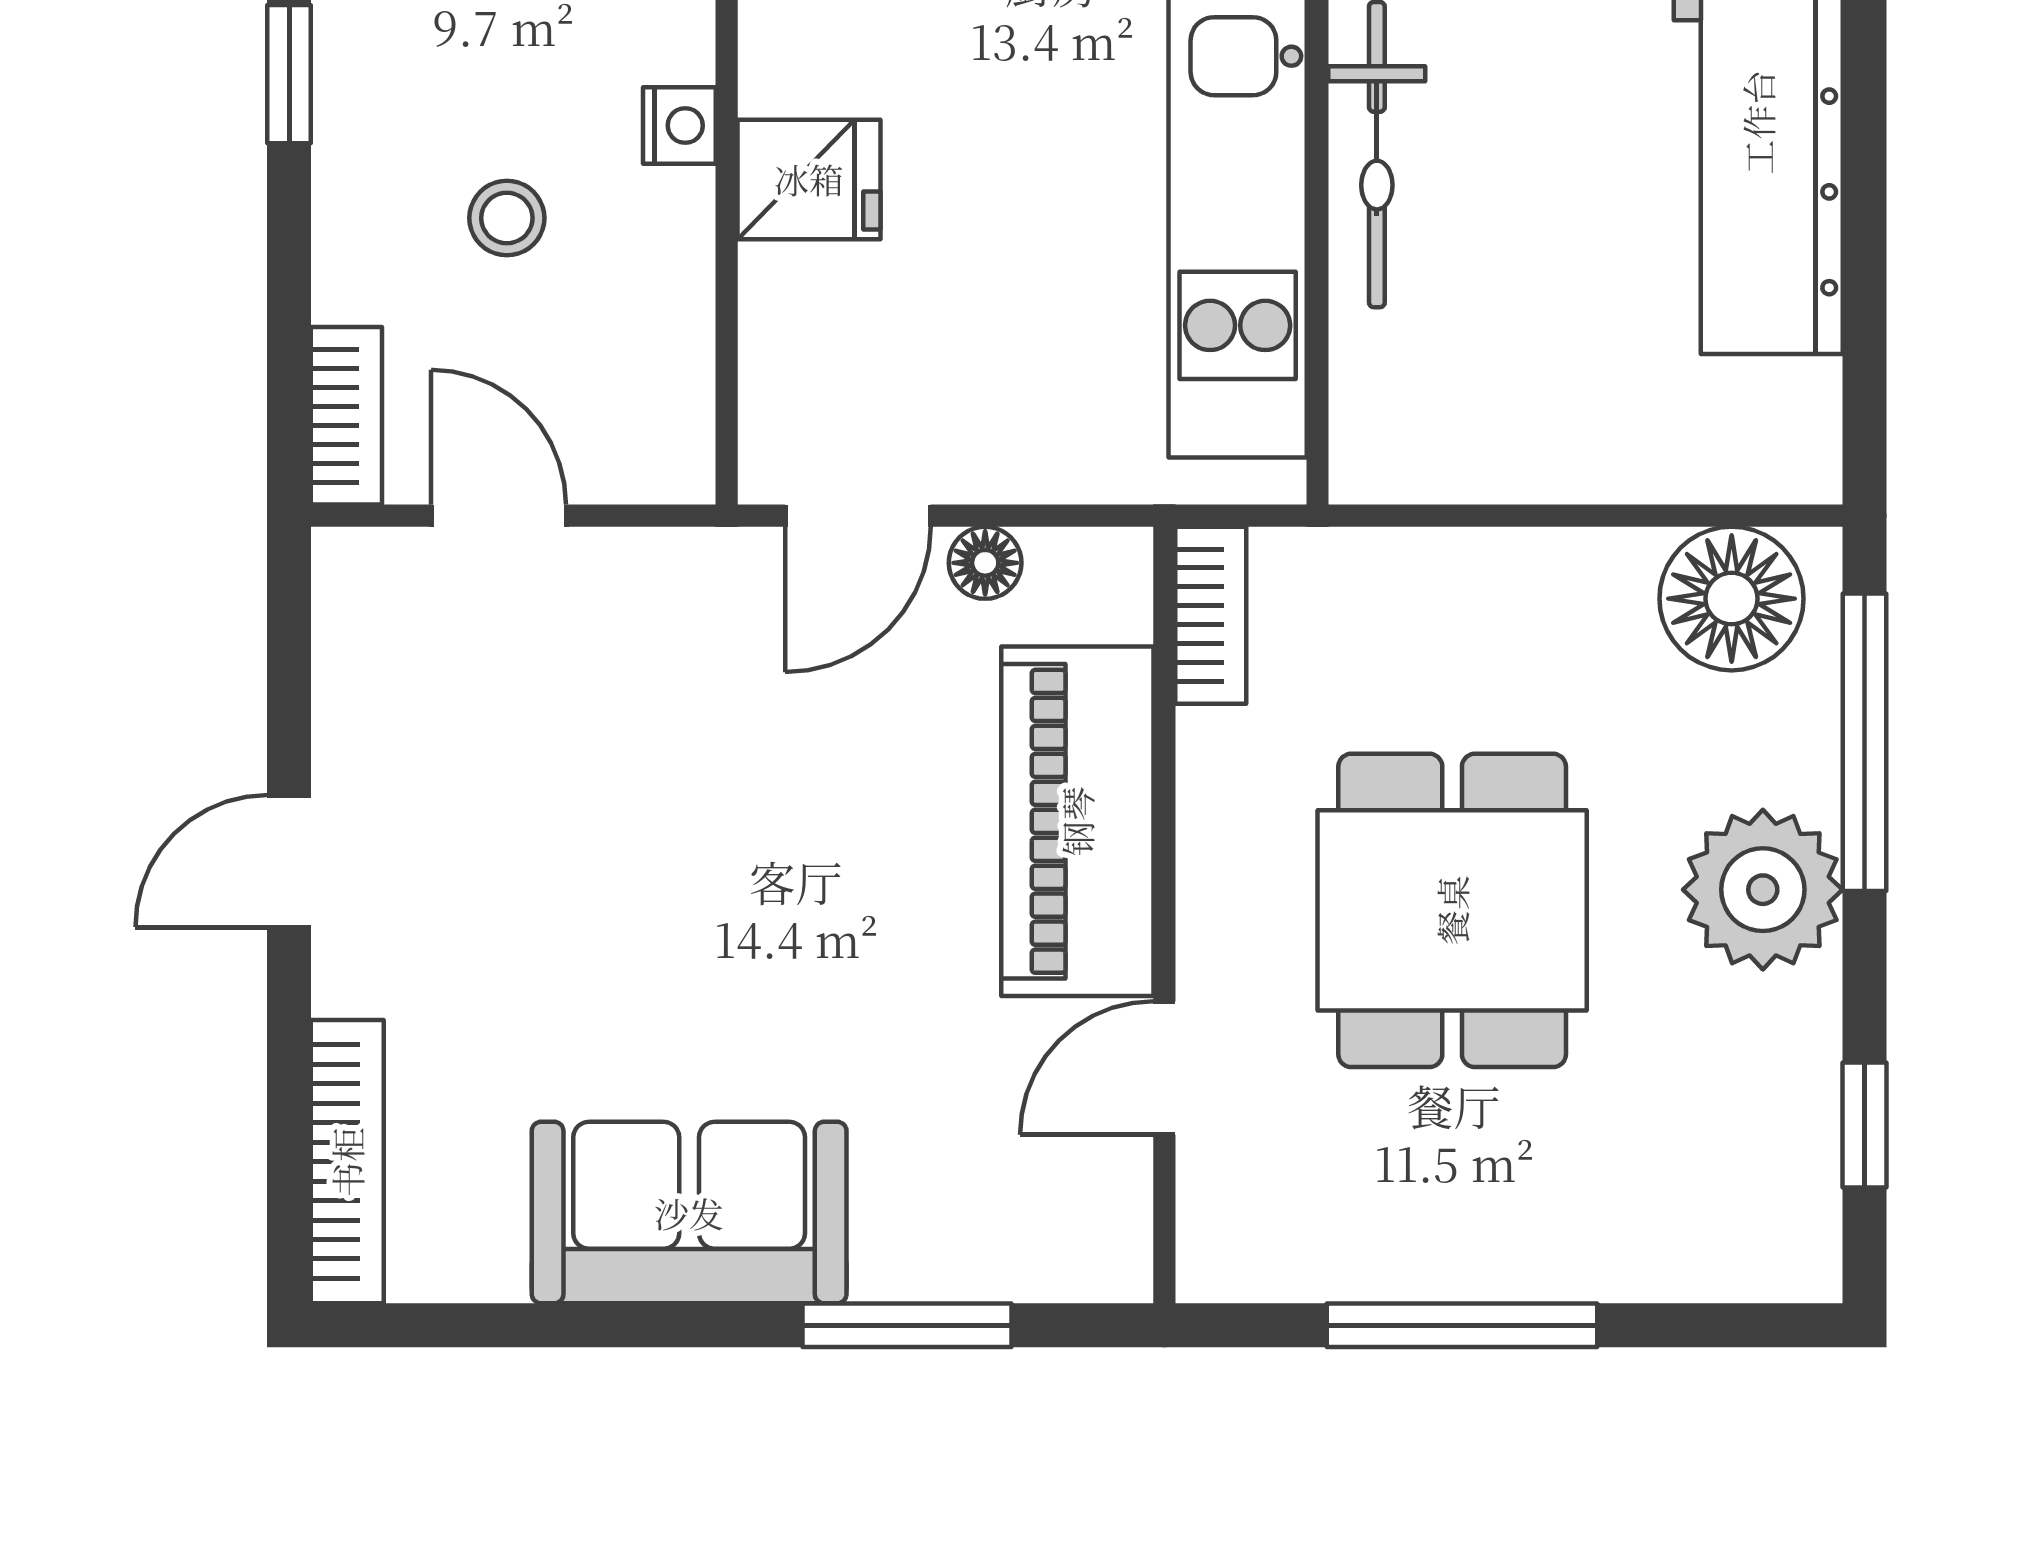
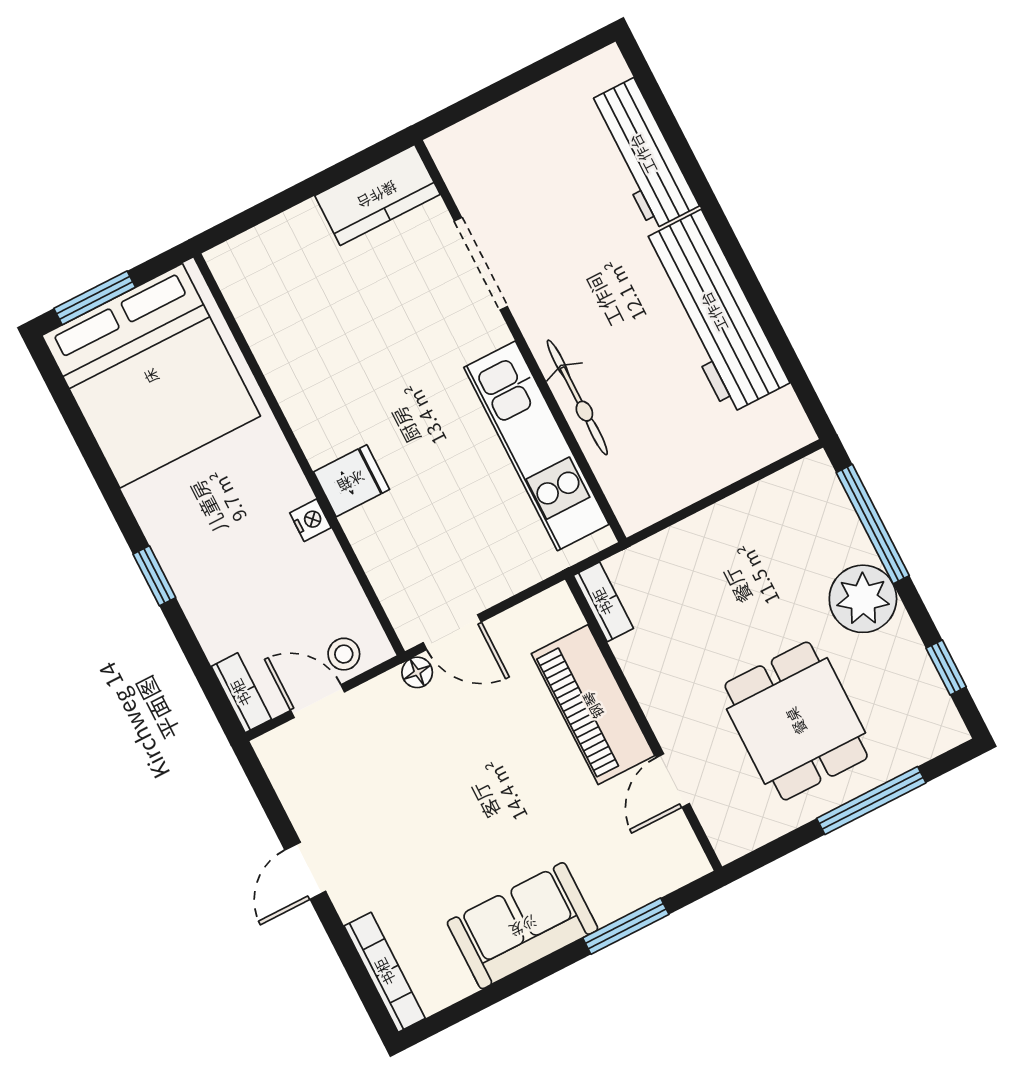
fridge: (809, 179) -> (351, 481), moved
stool: (507, 218) -> (344, 654), moved
door: (858, 516) -> (452, 632), hinge flipped
floor lamp: (985, 563) -> (417, 672), moved
floor lamp: (1732, 599) -> (795, 496), removed
dining table: (1452, 910) -> (796, 721), moved
window: (1462, 1325) -> (871, 801), moved

